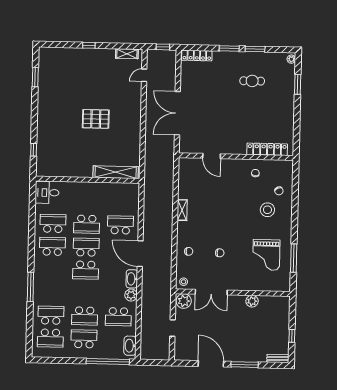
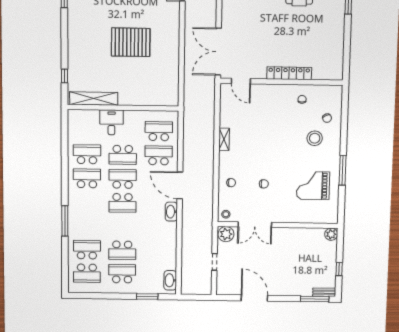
double door: (177, 113) -> (218, 52), moved
pallet: (96, 119) -> (131, 42), width x1.37, depth x1.41
locker: (267, 149) -> (289, 73), moved
door: (212, 156) -> (241, 81), moved
shelving: (116, 172) -> (94, 98), moved
desk: (47, 193) -> (111, 122), moved, turned 90
grand piano: (266, 255) -> (313, 186), turned 90
window: (294, 258) -> (343, 170), moved
plant: (131, 295) -> (171, 228), removed
plant: (252, 301) -> (331, 234), moved
school desk: (118, 317) -> (159, 131), moved, turned 180
window: (108, 361) -> (147, 296), width x0.47
window: (245, 365) -> (315, 299), moved

